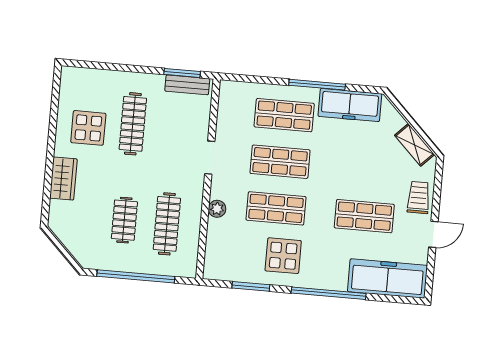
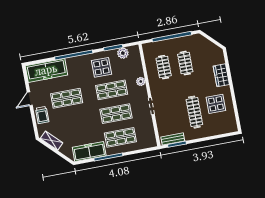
clothes rail: (167, 224) -> (164, 67), width x0.73
plant: (236, 271) -> (123, 53), added

